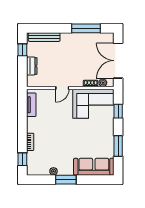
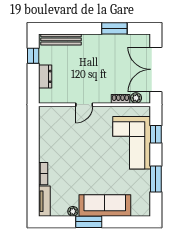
window: (86, 28) -> (114, 28), width x0.69
corner sofa: (93, 104) -> (132, 143), moved, turned 90
tv unit: (31, 105) -> (44, 201), moved
window: (22, 159) -> (33, 196), removed
sofa: (94, 167) -> (105, 206), moved

